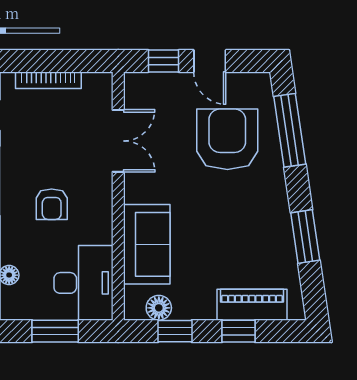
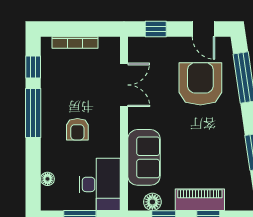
door: (210, 61) -> (204, 29), moved
piano: (252, 305) -> (200, 200), moved

